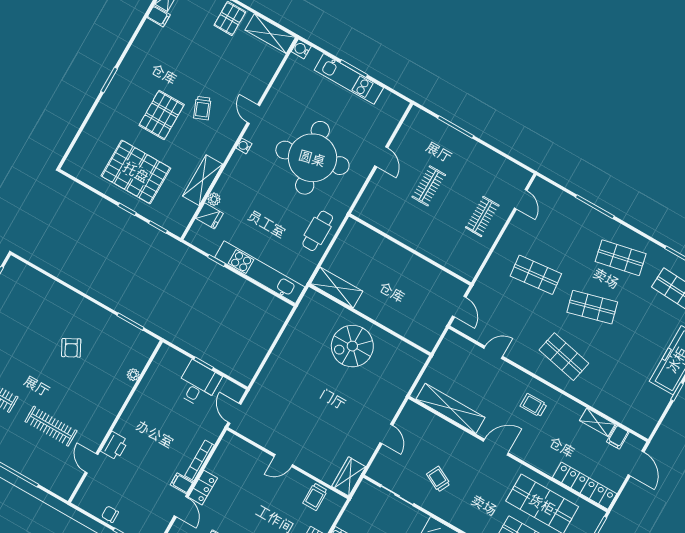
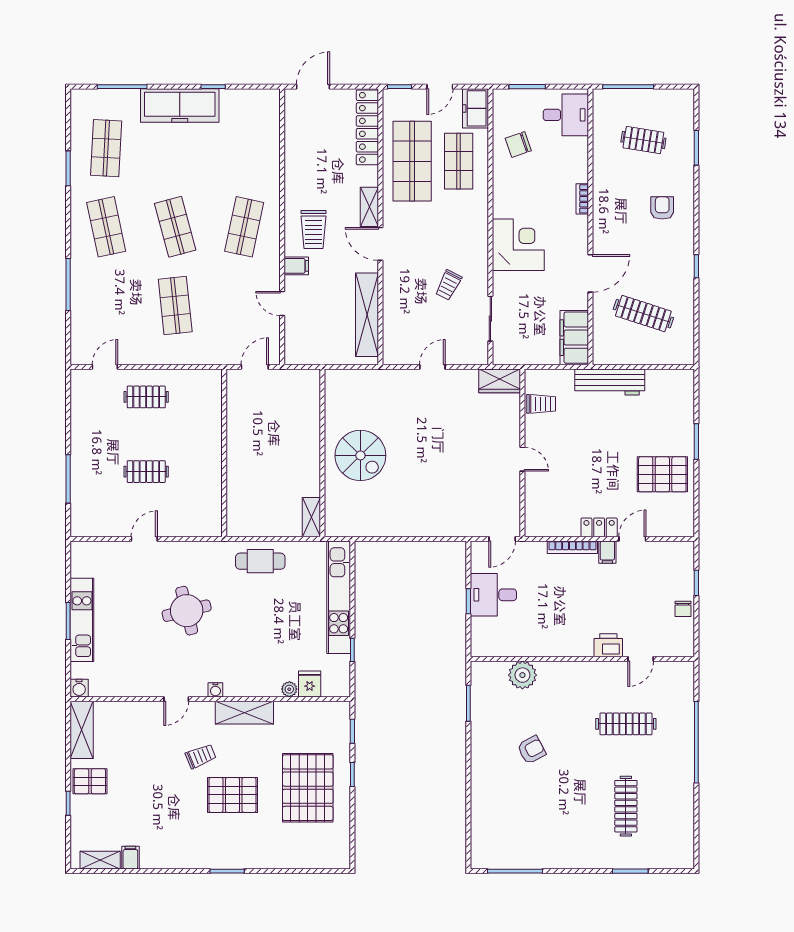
round table: (312, 158) -> (187, 611), width x0.54, depth x0.54
shelving: (203, 180) -> (244, 713), moved
shelving: (337, 287) -> (311, 517), width x0.67, depth x0.75
plant: (133, 375) -> (522, 675), width x1.88, depth x1.88
trolley: (534, 405) -> (314, 230), width x1.36, depth x1.39
shelving: (597, 422) -> (369, 207), moved
clothes rail: (51, 426) -> (626, 724), turned 90
filing cabinet: (618, 437) -> (296, 266), moved

